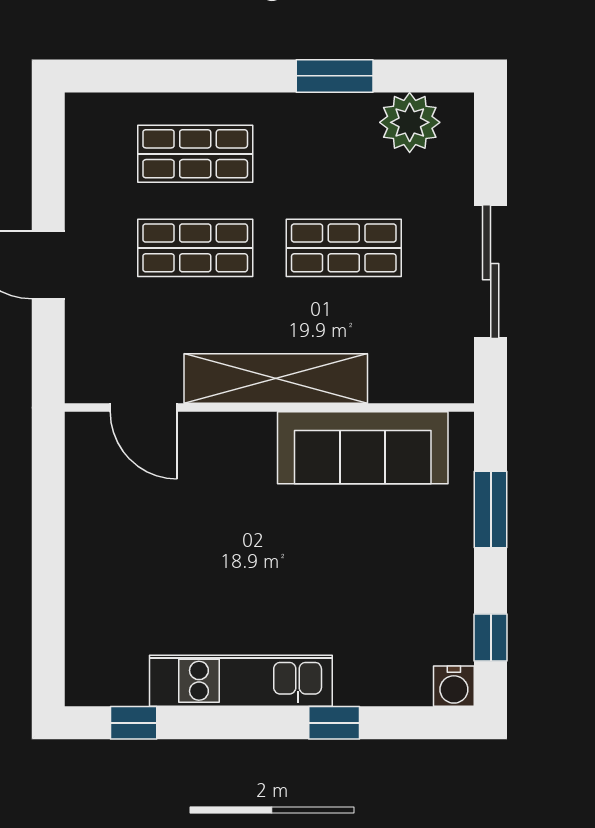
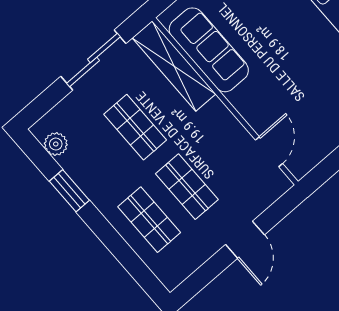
plant: (410, 122) -> (56, 144), width x0.73, depth x0.73
shelving: (276, 379) -> (174, 66), moved

